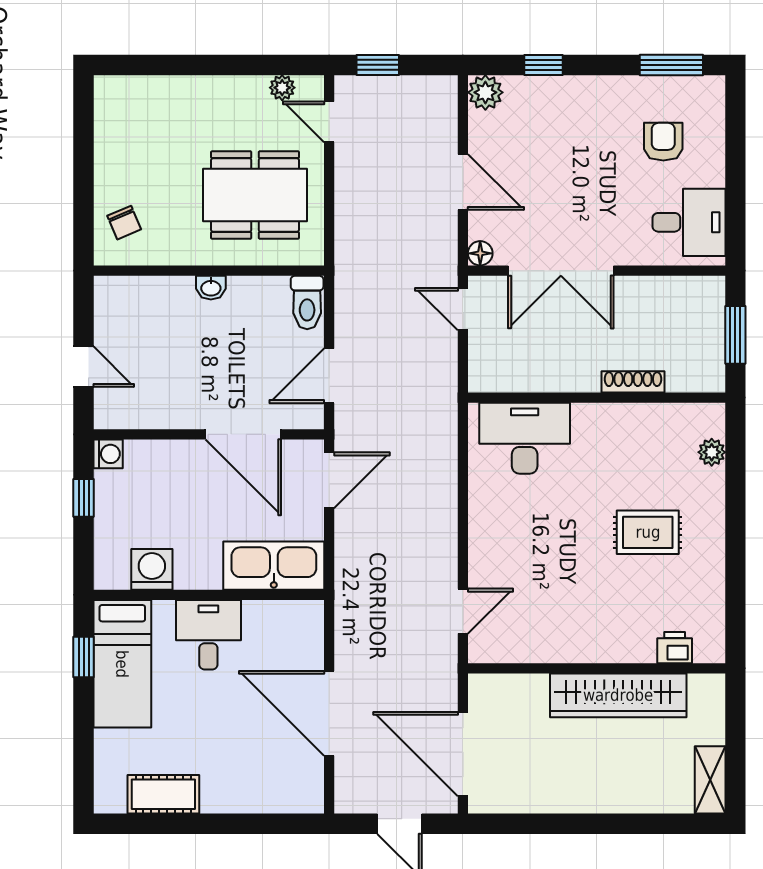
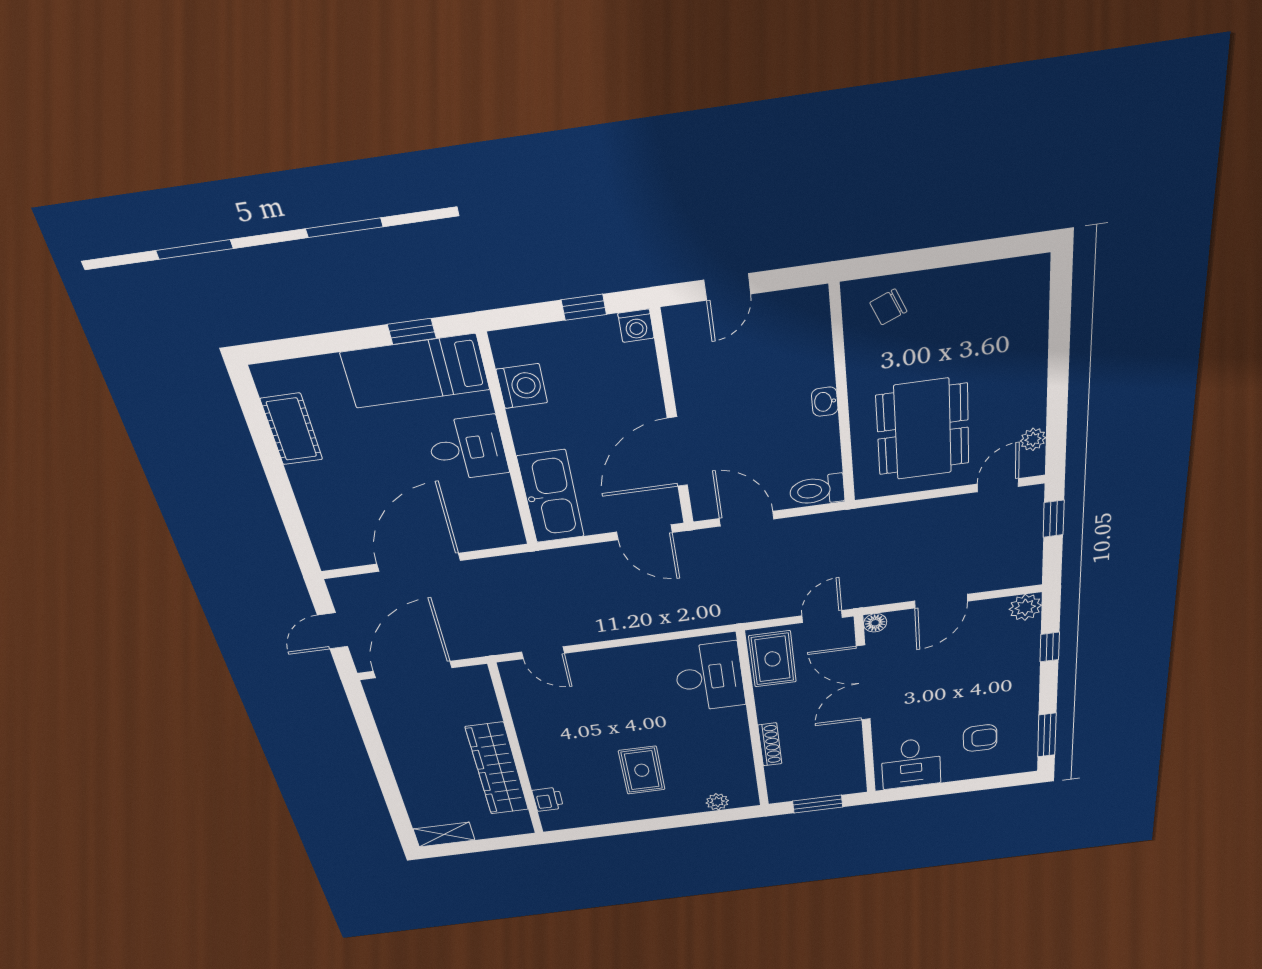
rug: (511, 367) -> (773, 659), added

